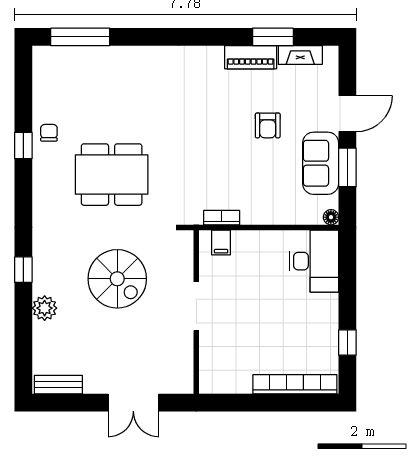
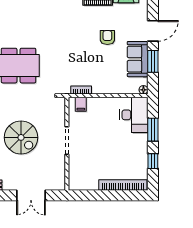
armchair: (268, 125) -> (107, 38), turned 180
spiral stairs: (117, 279) -> (21, 137), moved
window: (347, 287) -> (153, 130), added

